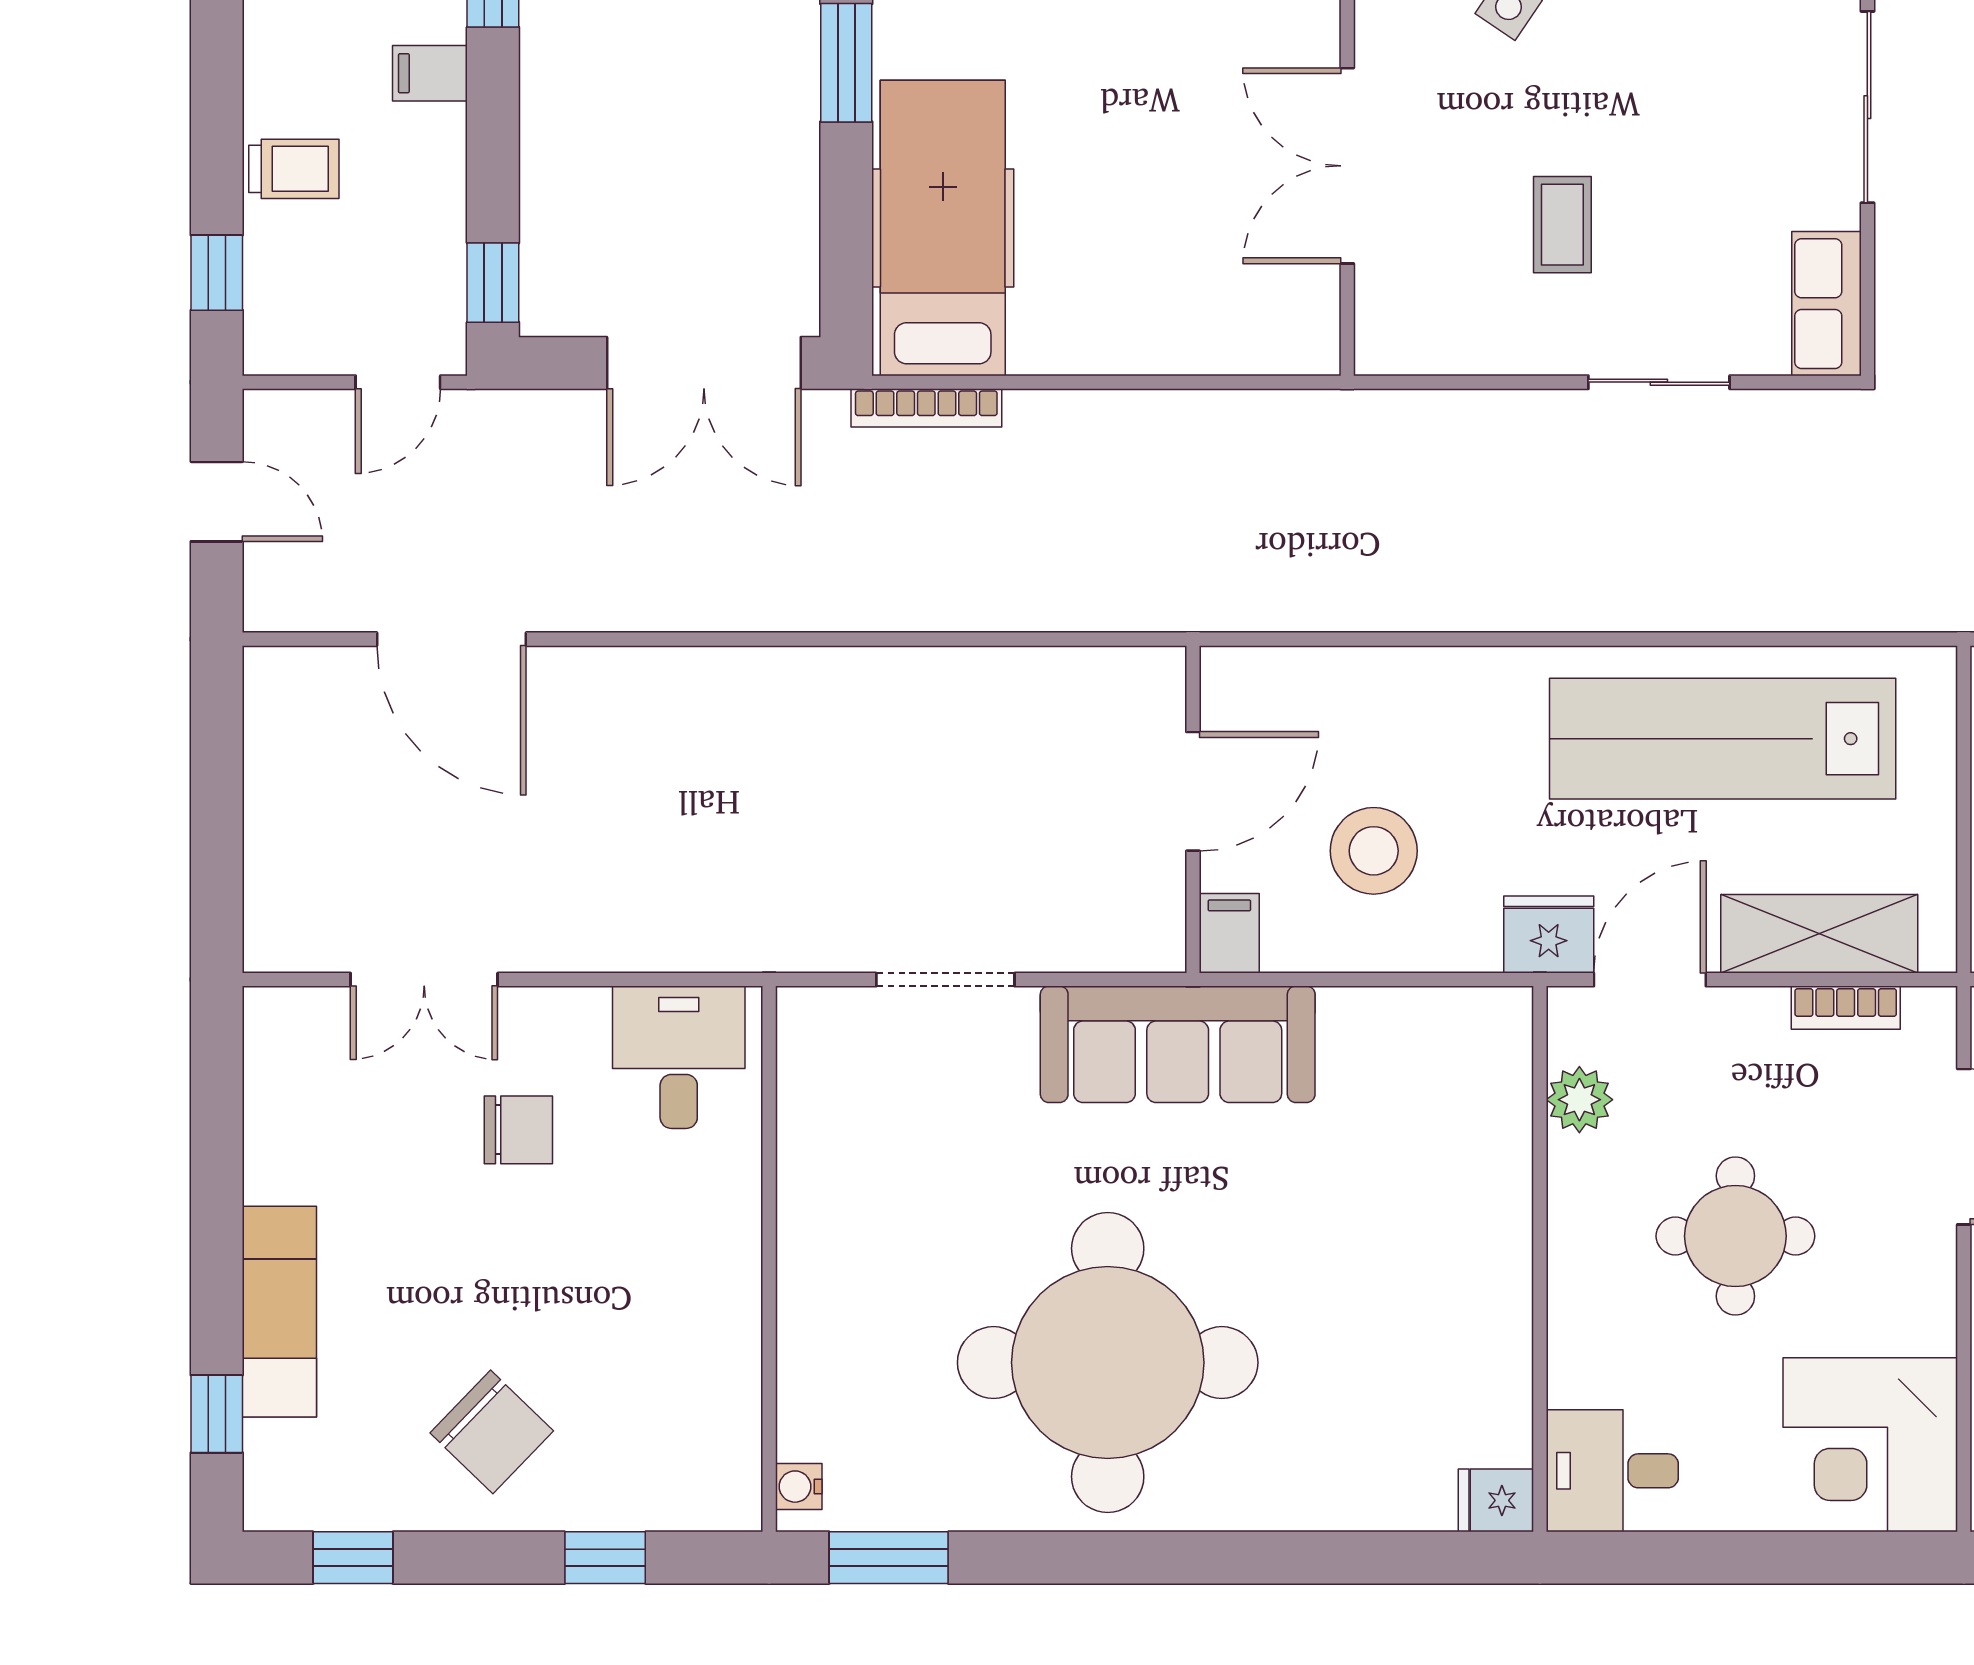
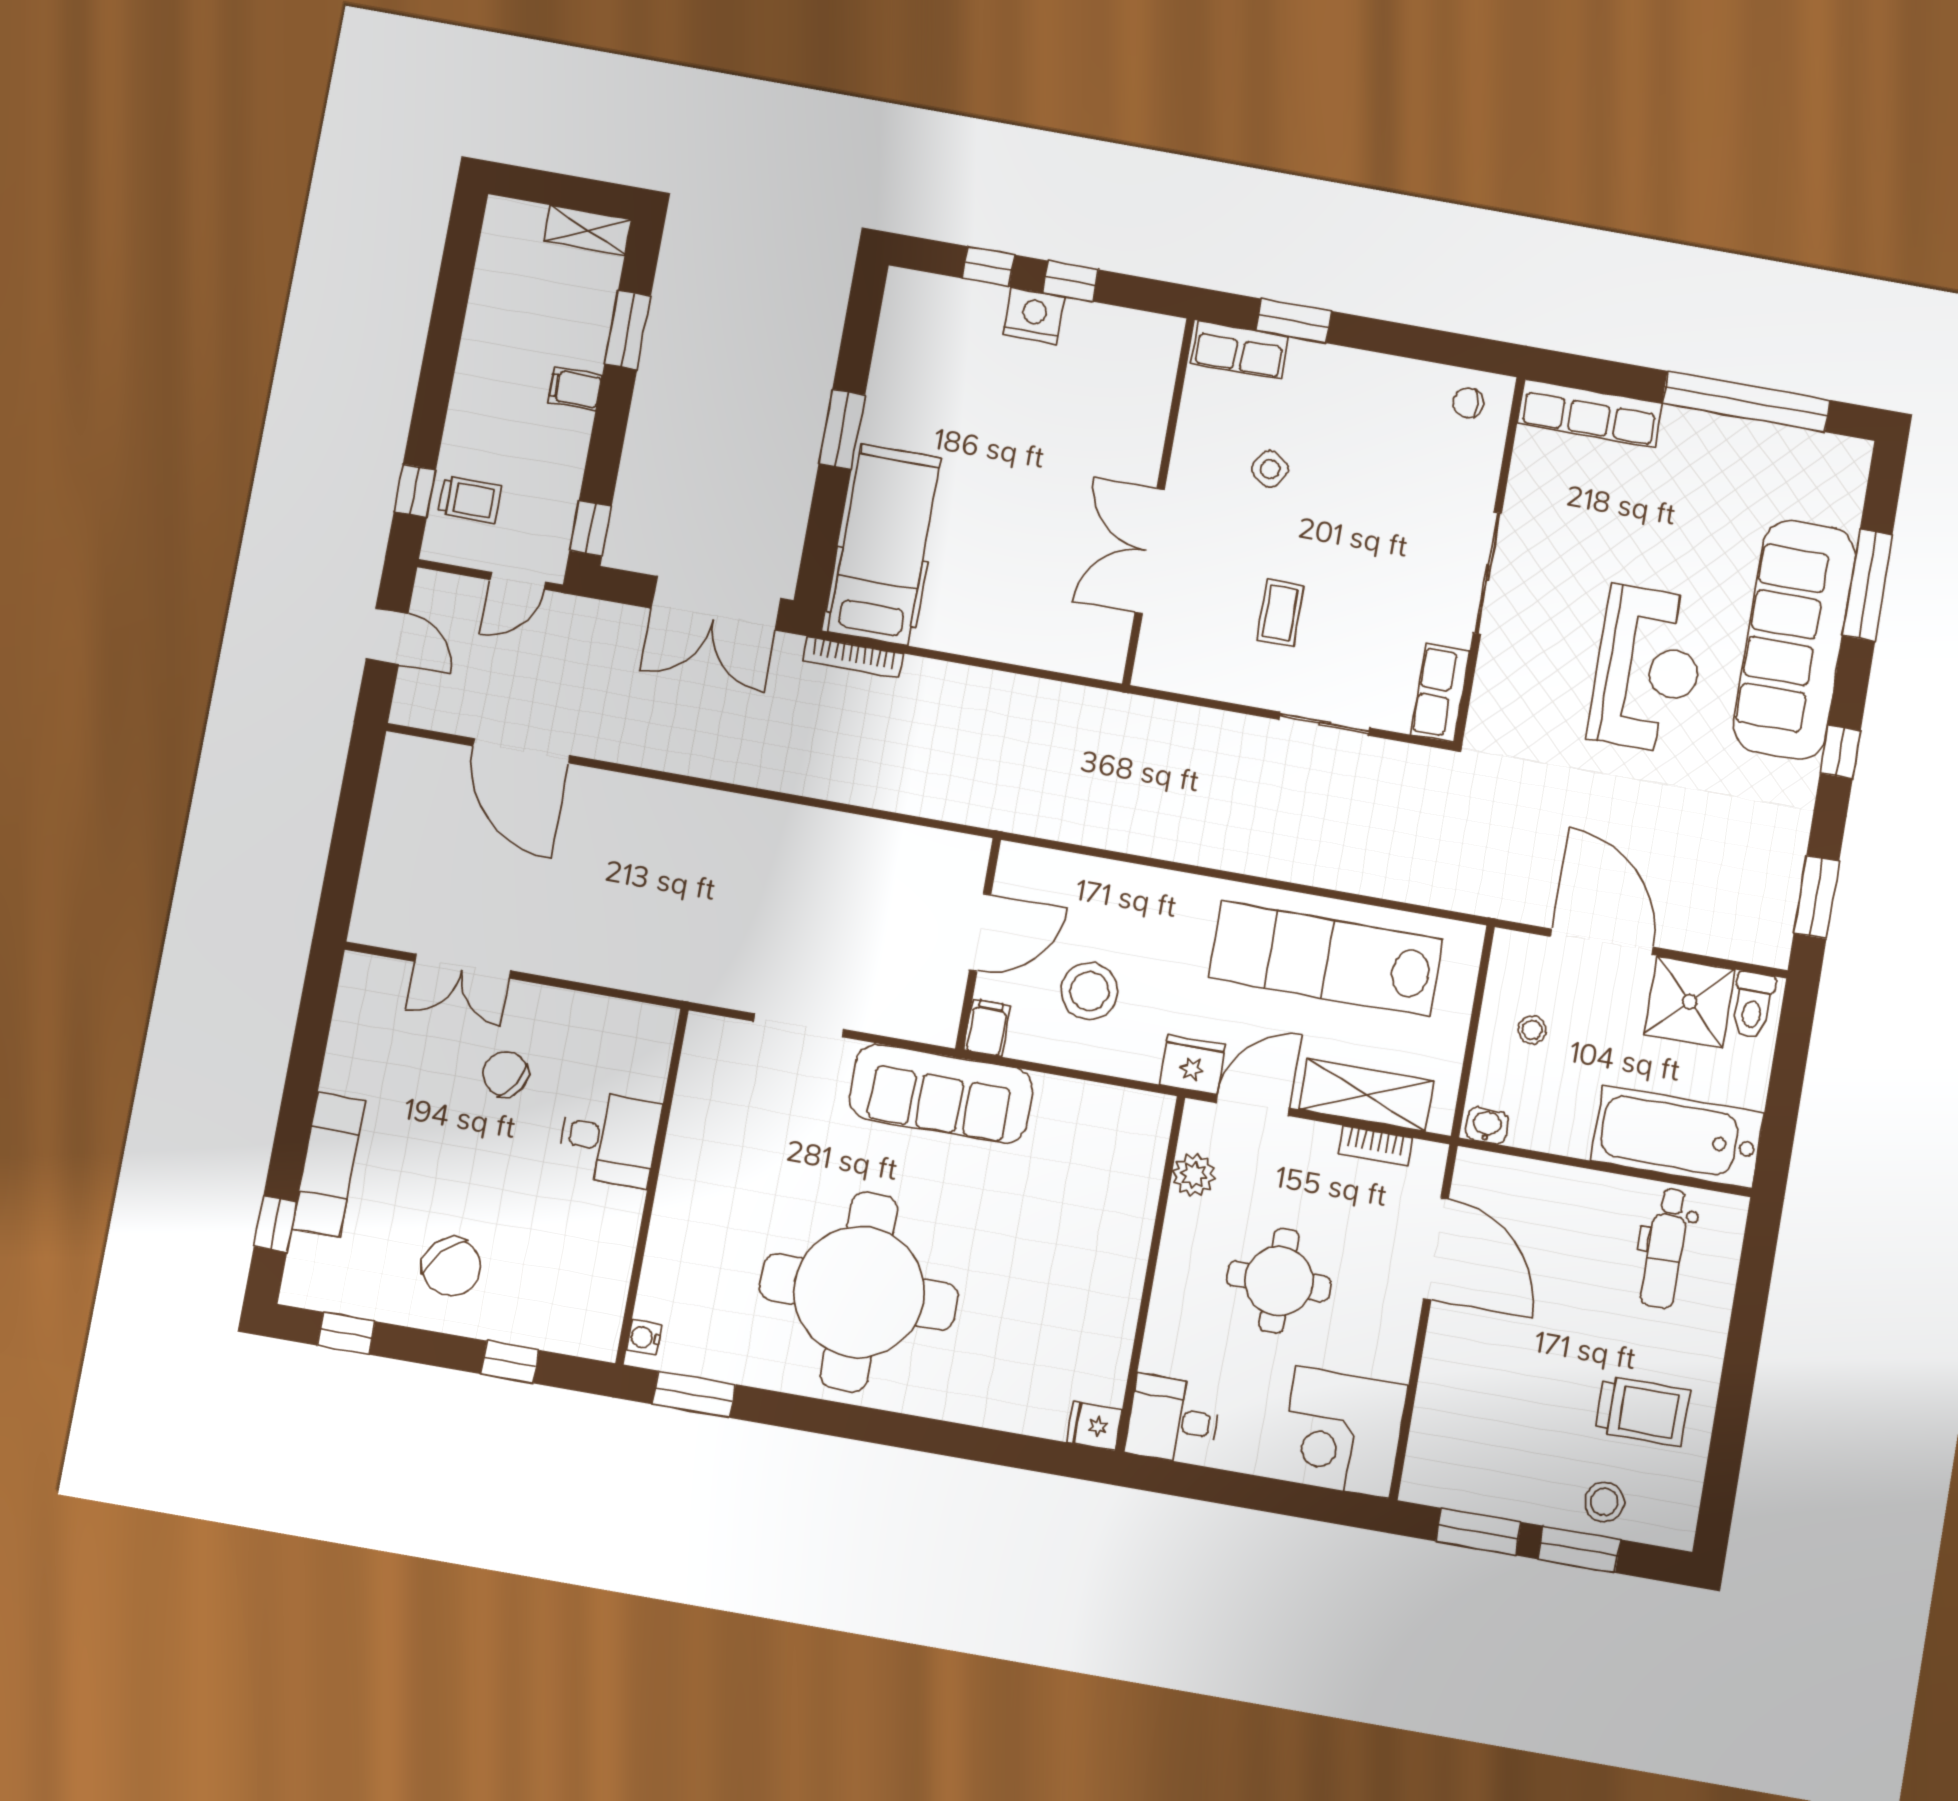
trolley: (294, 169) -> (470, 500), moved
desk: (679, 1057) -> (609, 1139), moved, turned 90
chair: (518, 1130) -> (505, 1074), turned -149

